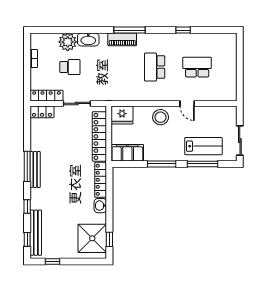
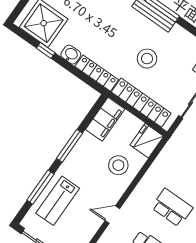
stool: (161, 117) -> (118, 165), moved
stool: (67, 153) -> (147, 59), added
window: (109, 239) -> (46, 51), moved

